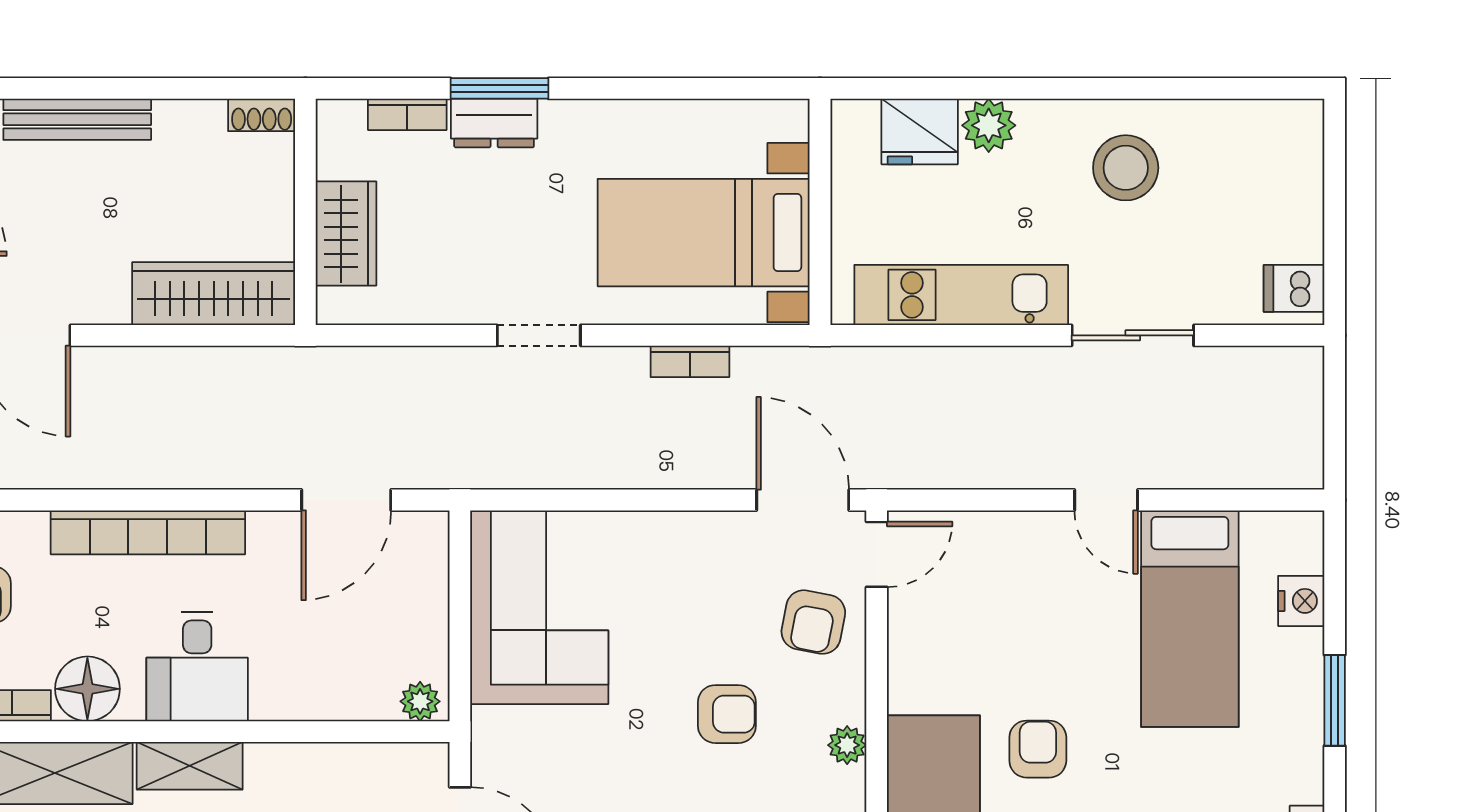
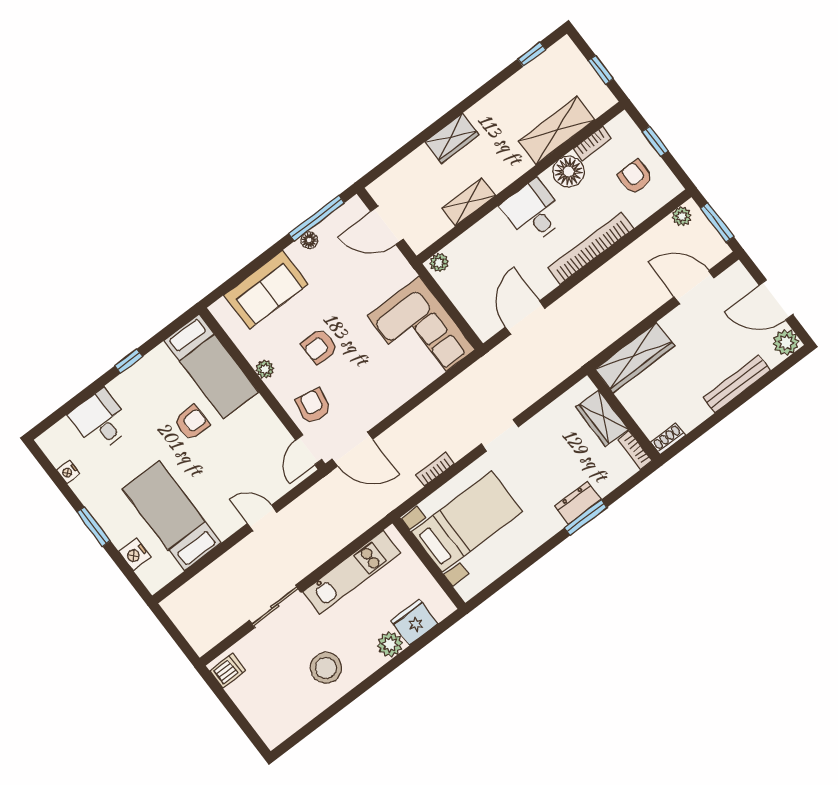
bookcase: (407, 114) -> (635, 450), moved, turned -90
door: (1106, 500) -> (262, 518), moved
armchair: (1038, 749) -> (192, 423), turned -90
shelving: (190, 766) -> (468, 202), moved

